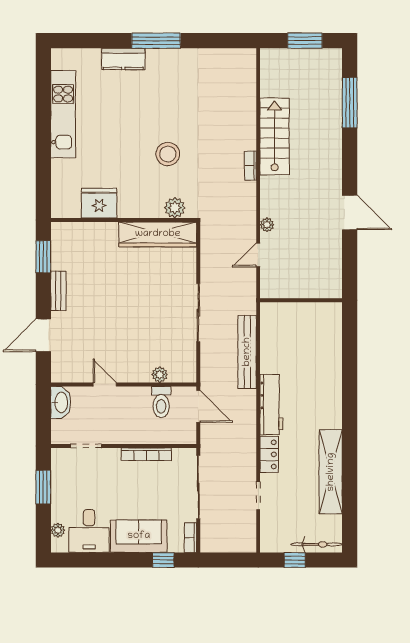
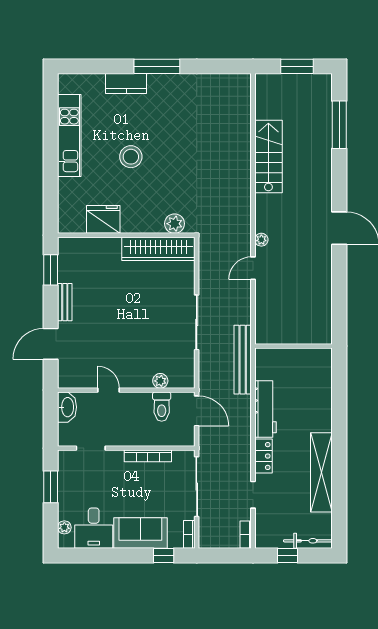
stool: (168, 154) -> (131, 157), moved
bookcase: (250, 166) -> (246, 535), moved
wall: (301, 300) -> (293, 346), moved

